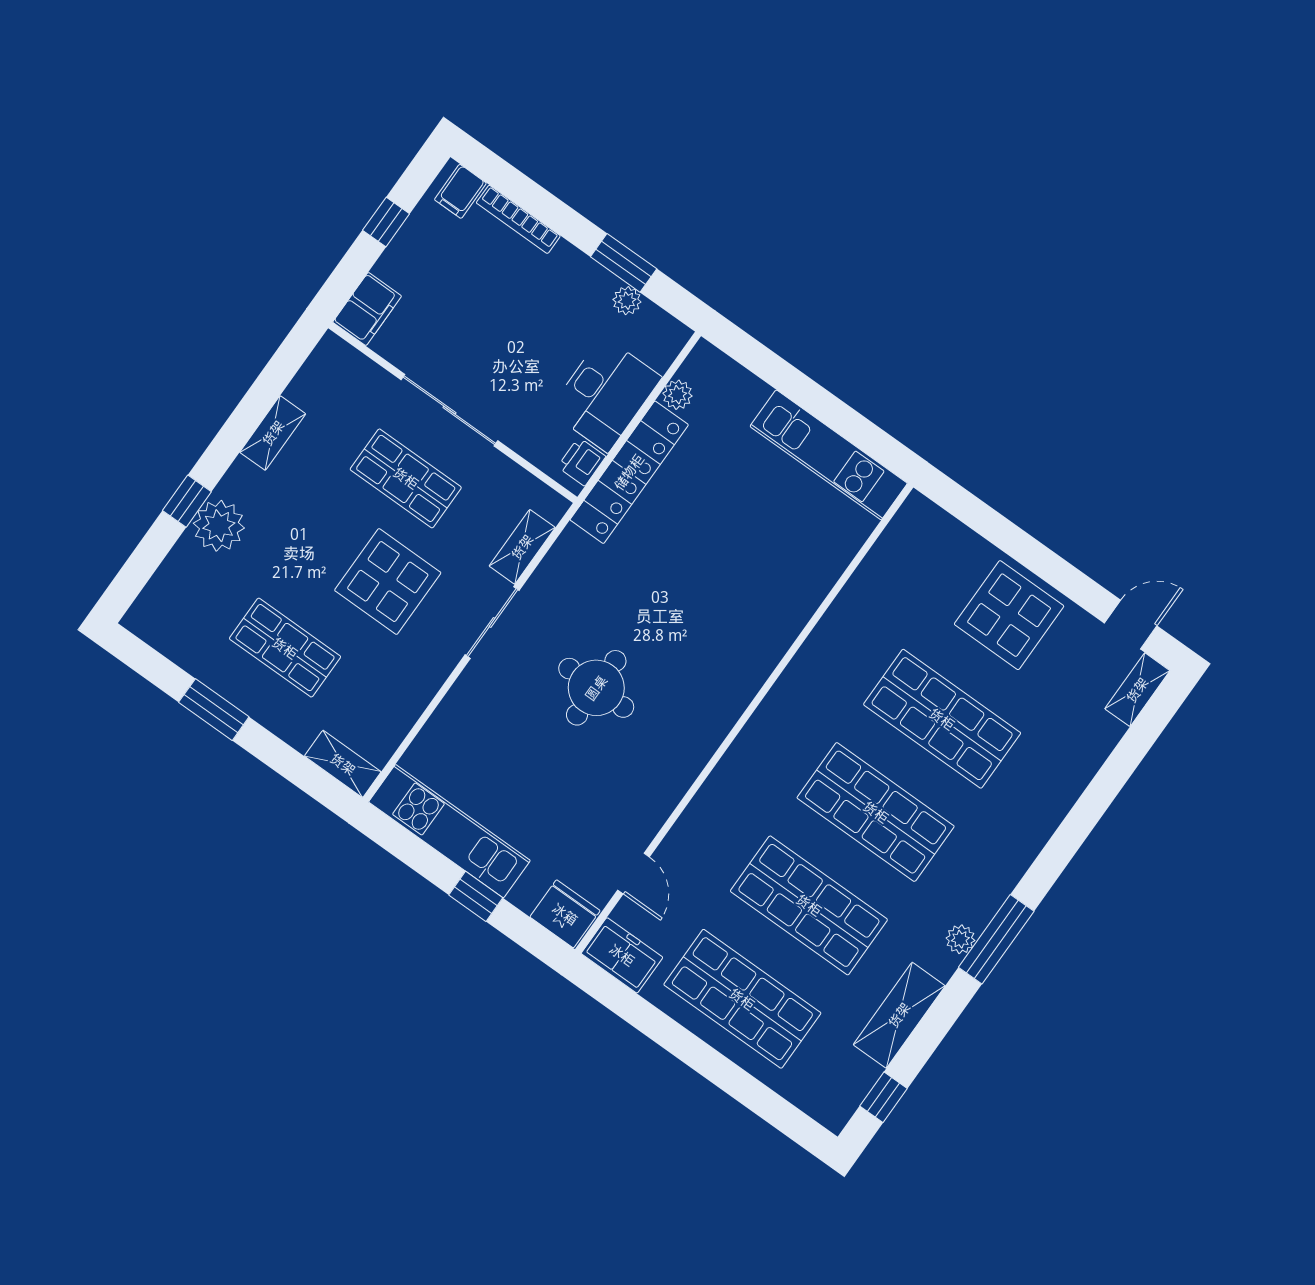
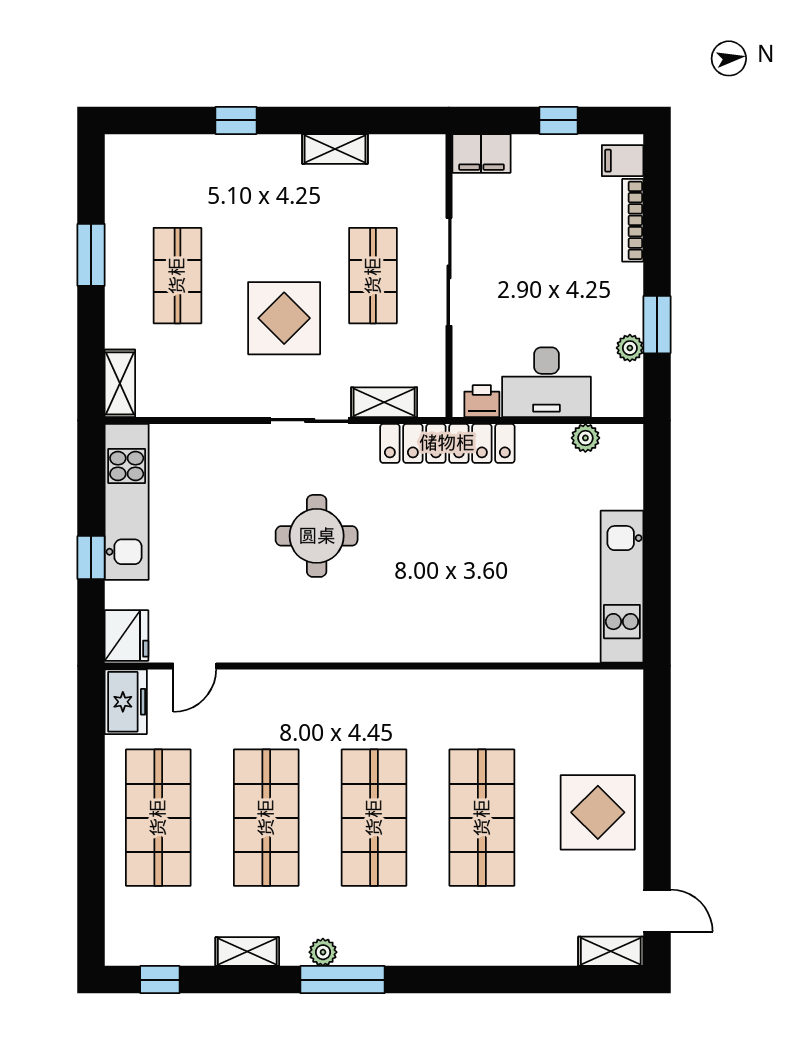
locker: (629, 472) -> (447, 443), moved
plant: (219, 526) -> (235, 158), removed
shelving: (899, 1015) -> (247, 952), width x0.67, depth x0.75

